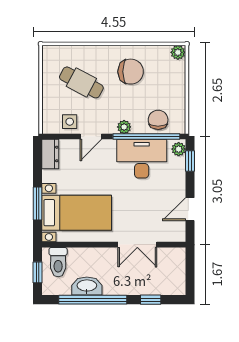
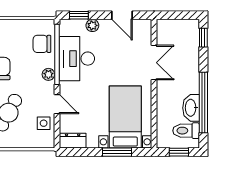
plant: (179, 149) -> (92, 25), moved
toilet: (58, 262) -> (186, 131), moved, turned 180
window: (151, 300) -> (203, 38), moved

